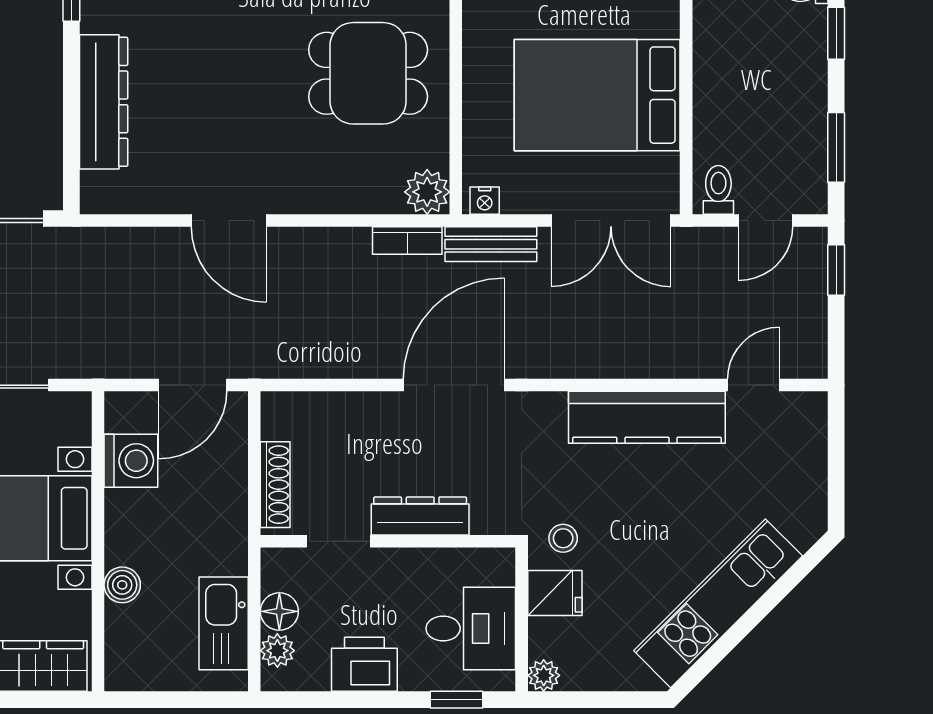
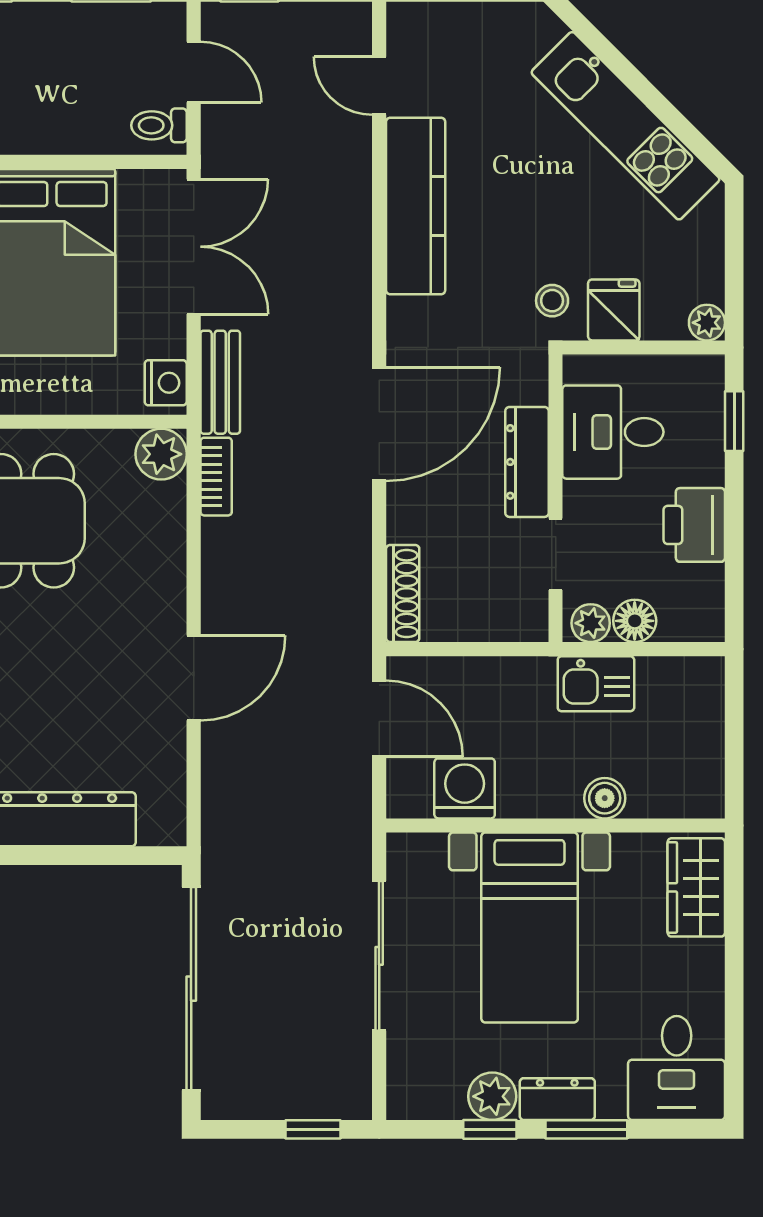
nightstand: (485, 201) -> (166, 383), width x1.39, depth x1.35
door: (454, 385) -> (379, 424), swing flipped
shoe rack: (275, 485) -> (403, 594), moved, turned 90
kitchen sink: (224, 623) -> (596, 684), moved, width x0.73
desk: (471, 628) -> (613, 432), moved, turned -90
plant: (277, 651) -> (591, 623), moved

